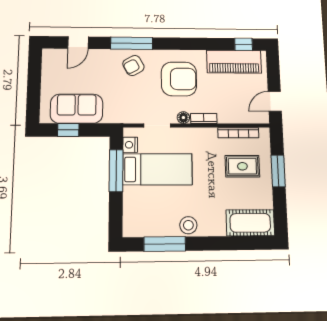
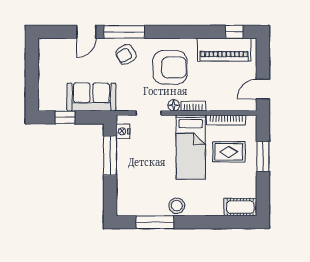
door: (78, 43) -> (86, 32), moved
sofa: (77, 109) -> (91, 97), moved
bed: (157, 169) -> (191, 147), moved, turned 90
cot: (250, 223) -> (240, 207), width x0.73, depth x0.75

